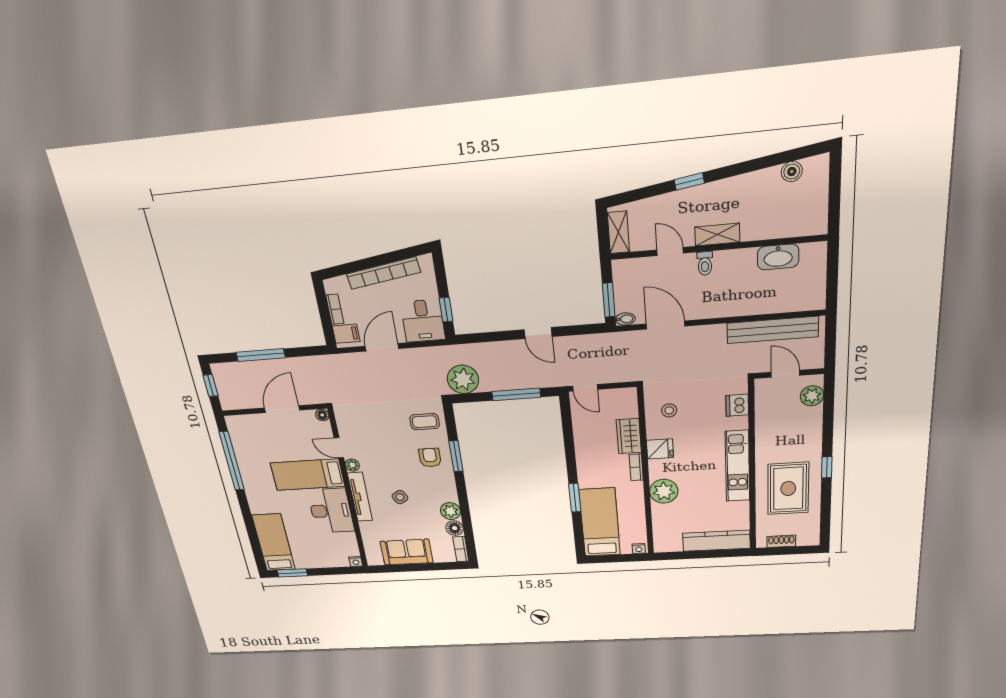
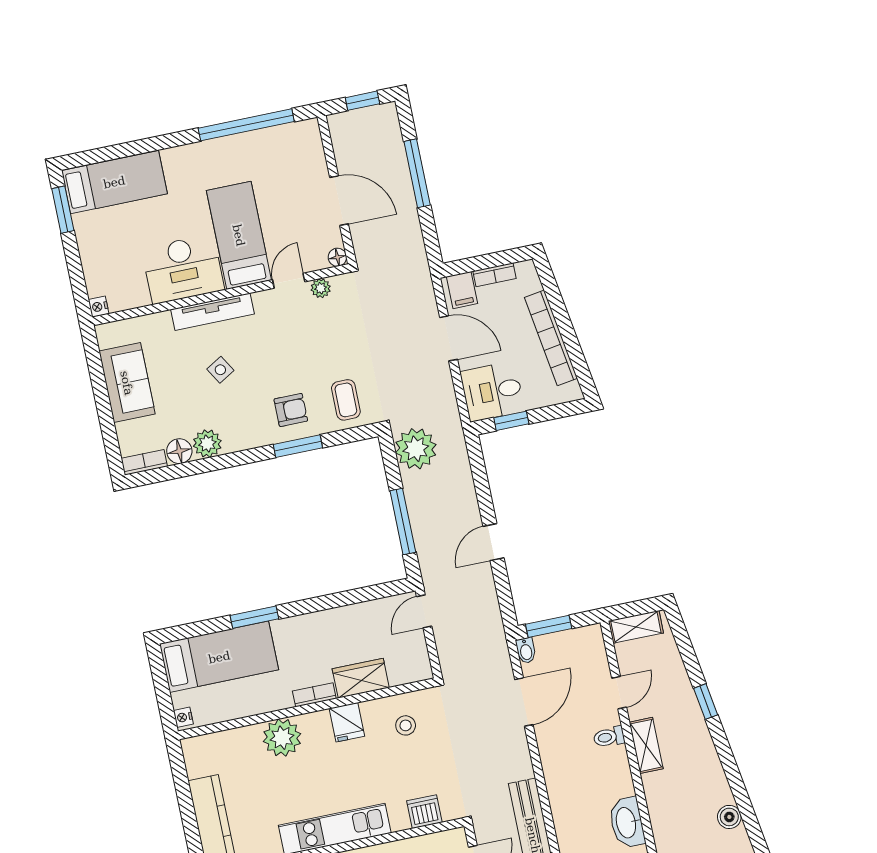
plant: (352, 465) -> (321, 288), moved

